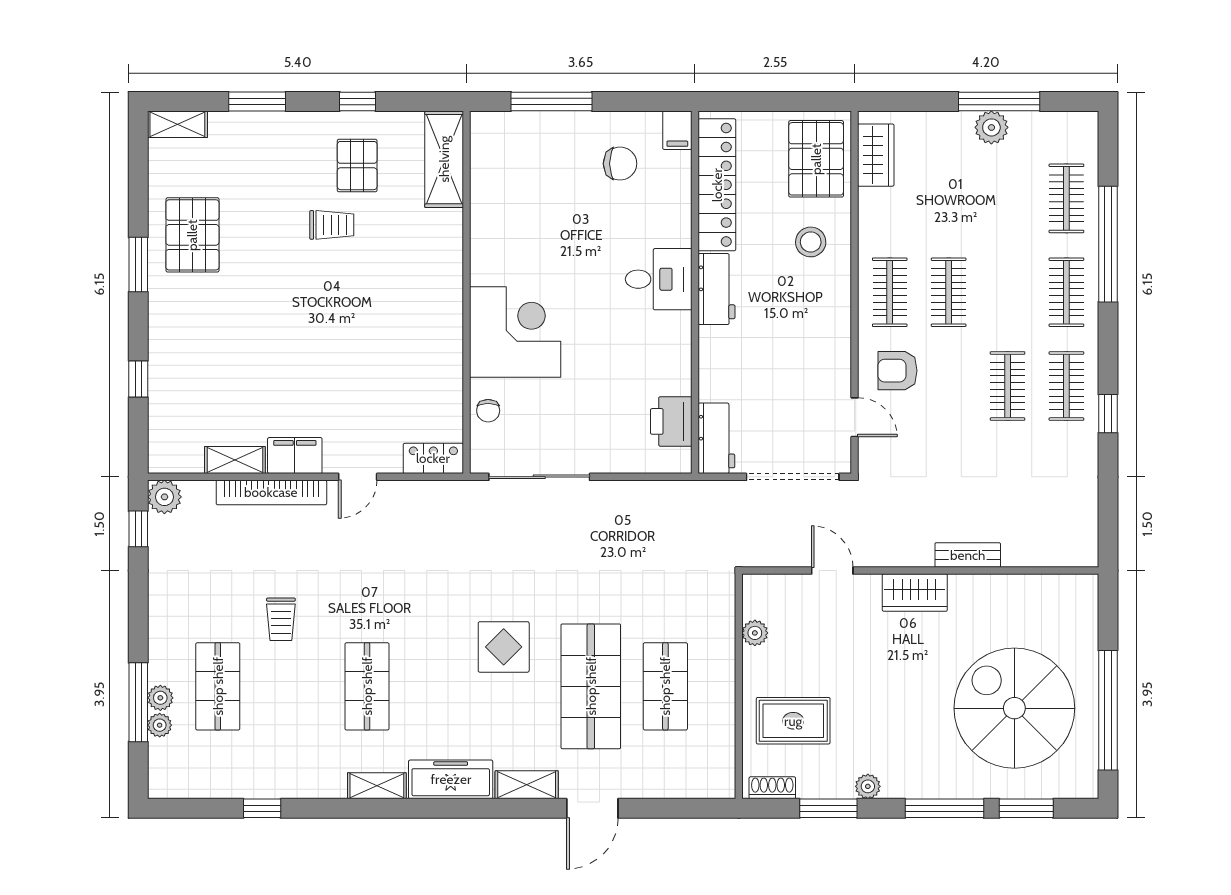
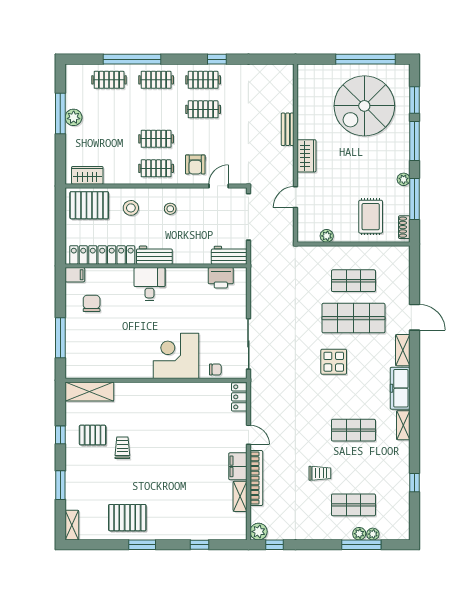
stool: (809, 321) -> (170, 209), added
window: (828, 808) -> (415, 199), width x1.44

